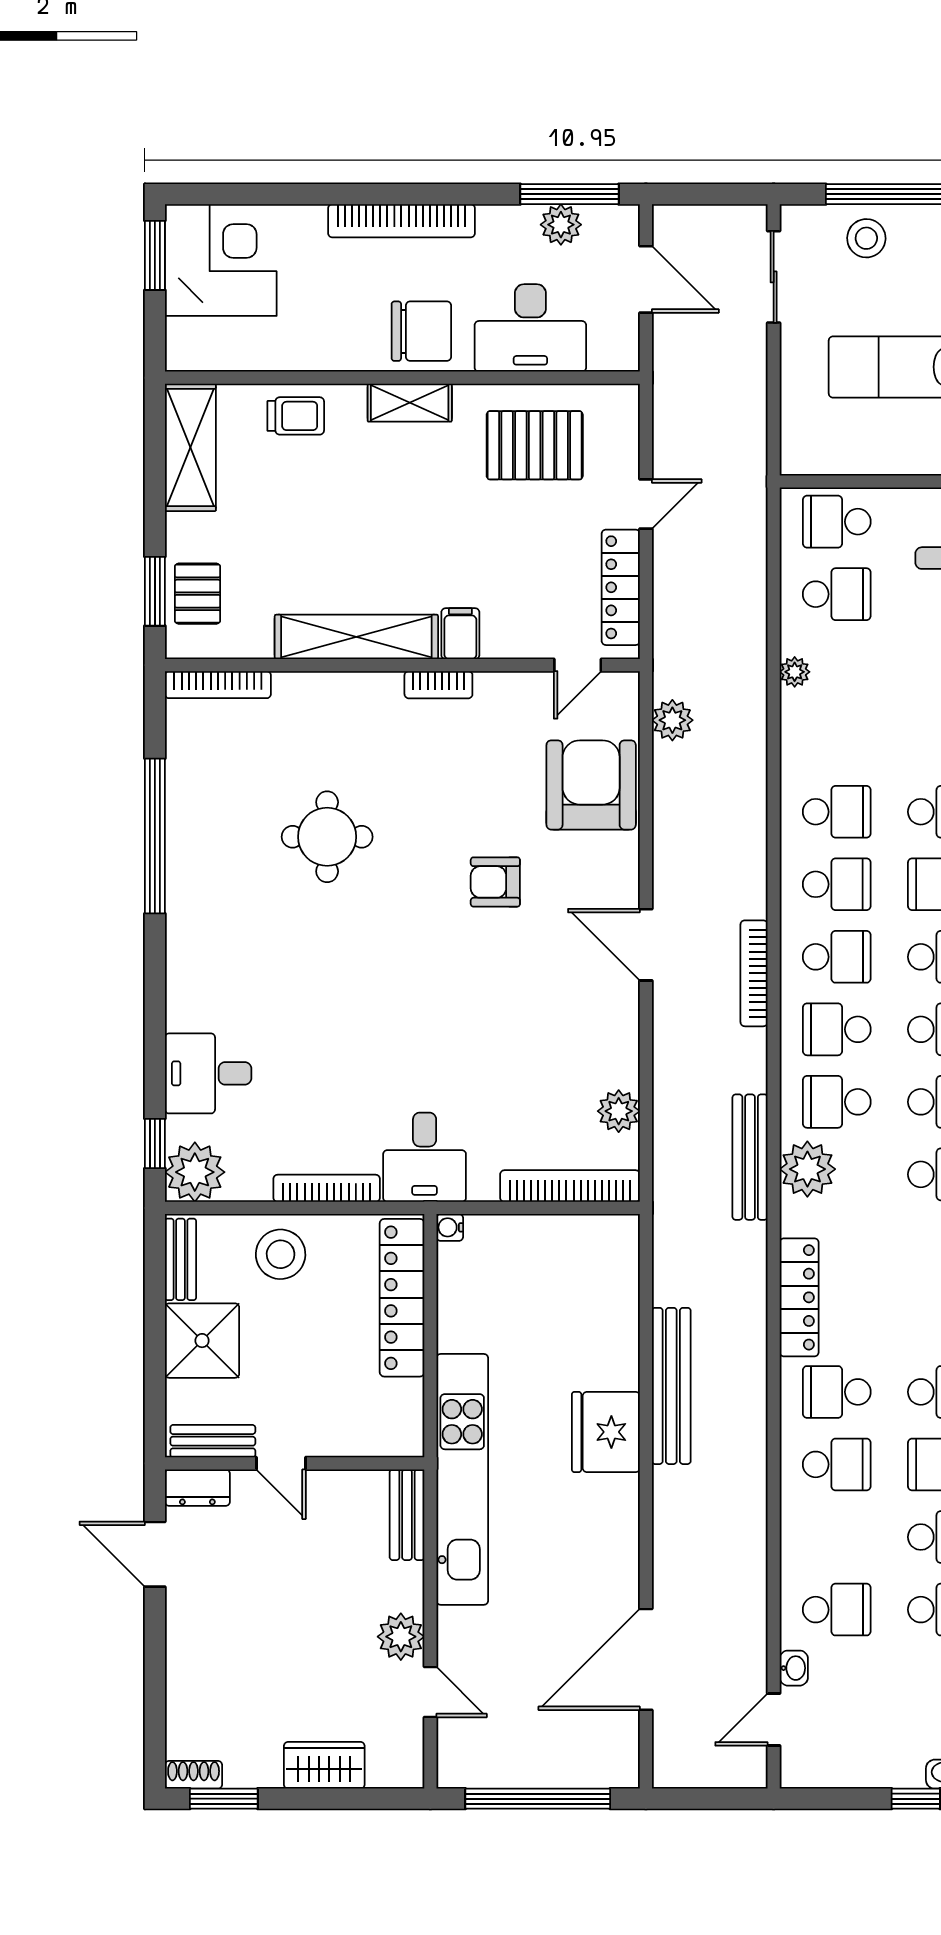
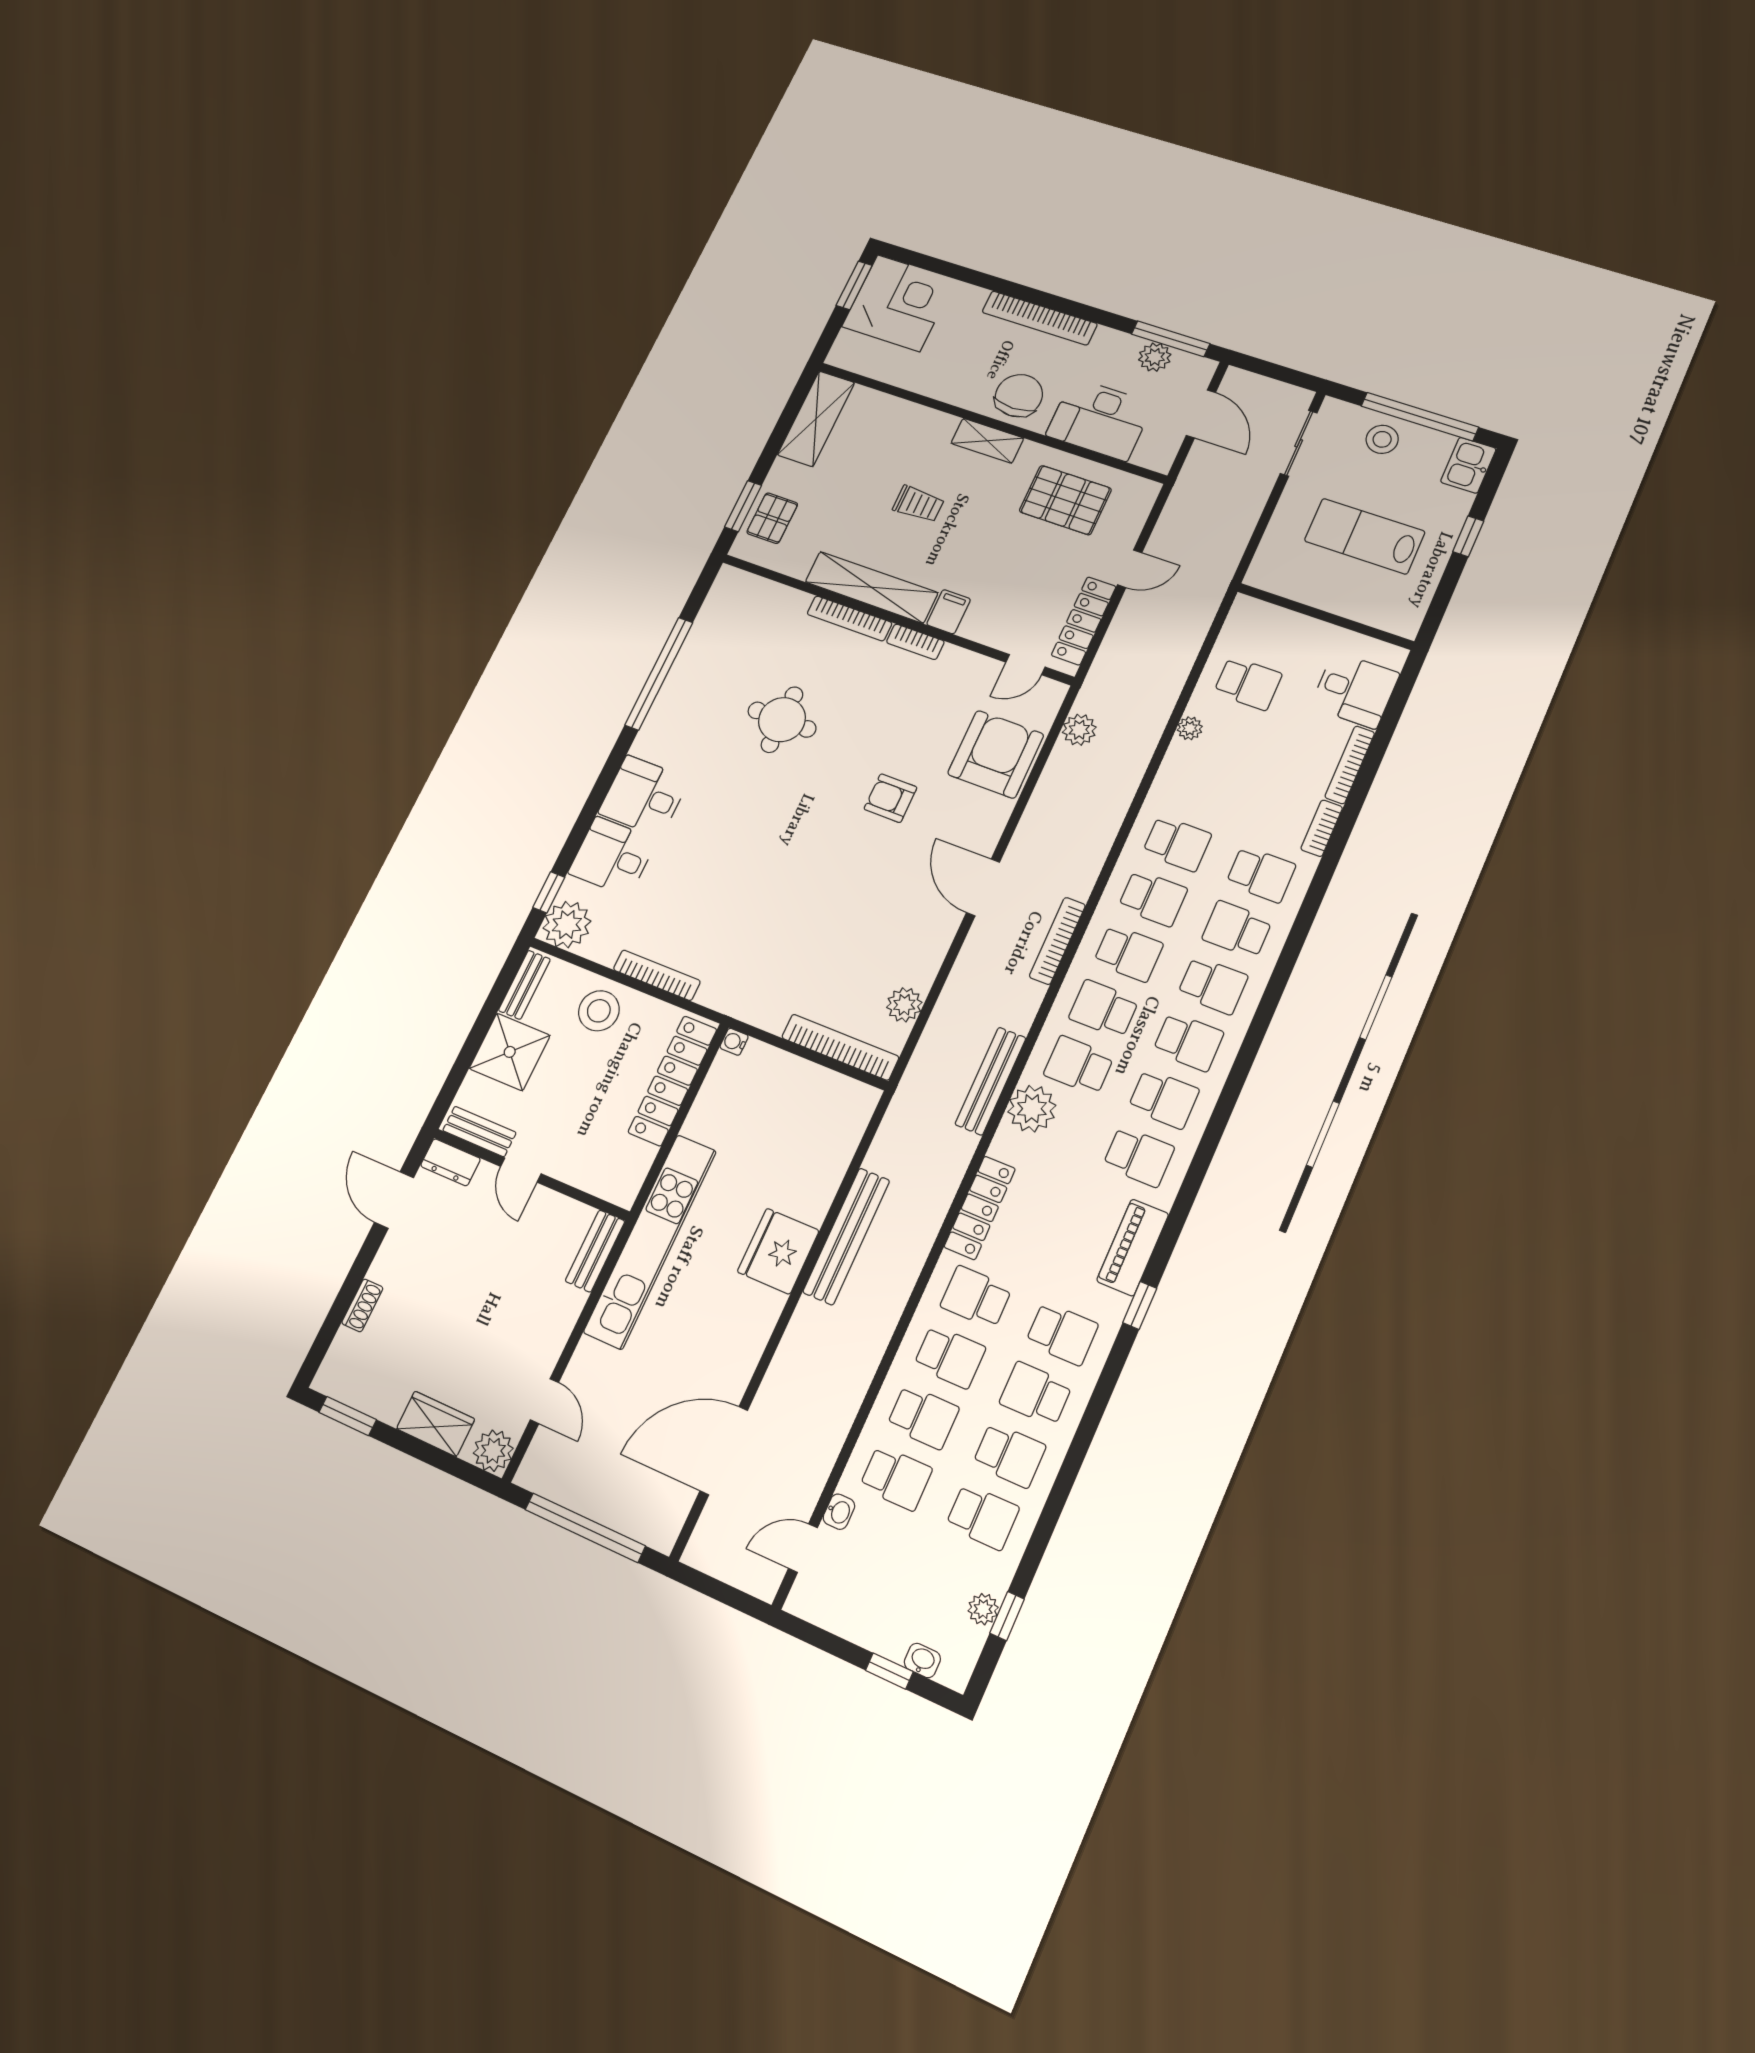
chair: (421, 331) -> (1019, 396), turned -90
trolley: (296, 416) -> (918, 504), moved
school desk: (837, 522) -> (923, 1417), moved, turned 180
bookcase: (218, 685) -> (849, 618), moved
desk: (425, 1157) -> (644, 796), moved, turned 90
plant: (401, 1637) -> (493, 1451), moved
shoe rack: (194, 1775) -> (362, 1305), moved, turned 90

